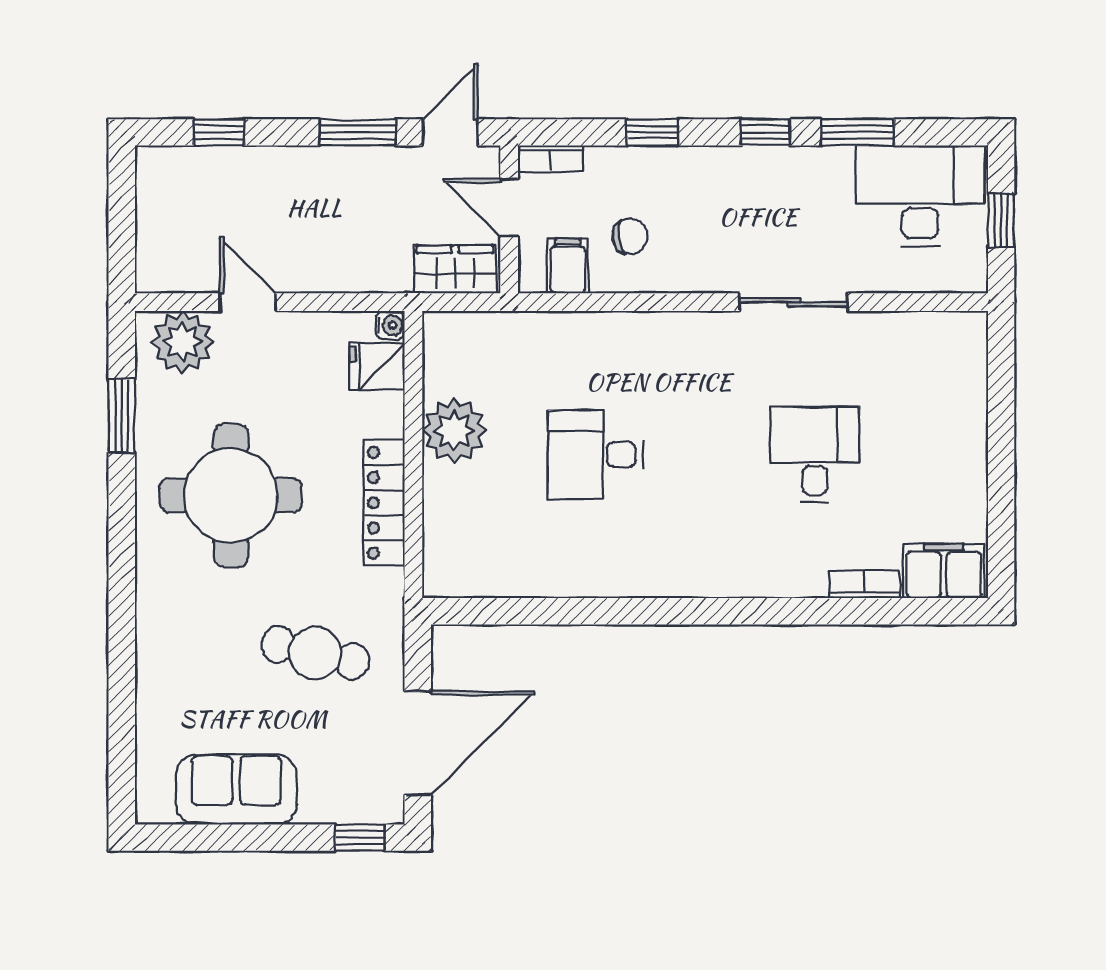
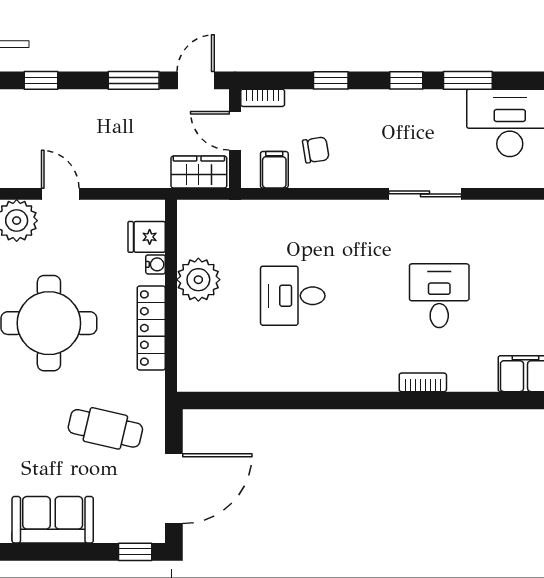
water cooler: (390, 325) -> (156, 264), moved
bookcase: (865, 584) -> (423, 382), moved

